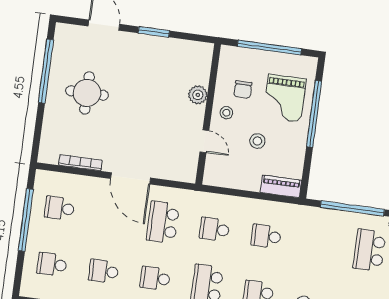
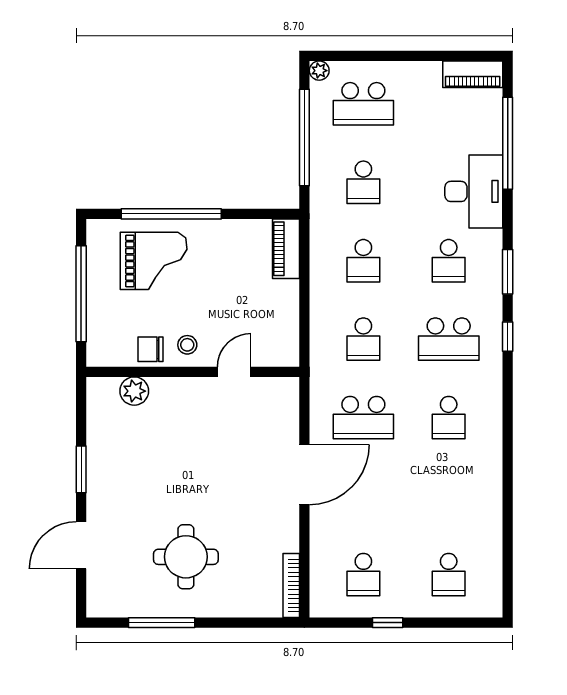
window: (46, 71) -> (162, 623), width x0.68
chair: (243, 89) -> (150, 349), moved, turned 180
plant: (198, 95) -> (134, 391), moved
stool: (257, 141) -> (223, 293), removed
bookcase: (80, 163) -> (291, 586), moved
window: (26, 220) -> (388, 623), width x0.32
school desk: (104, 271) -> (363, 182), moved

